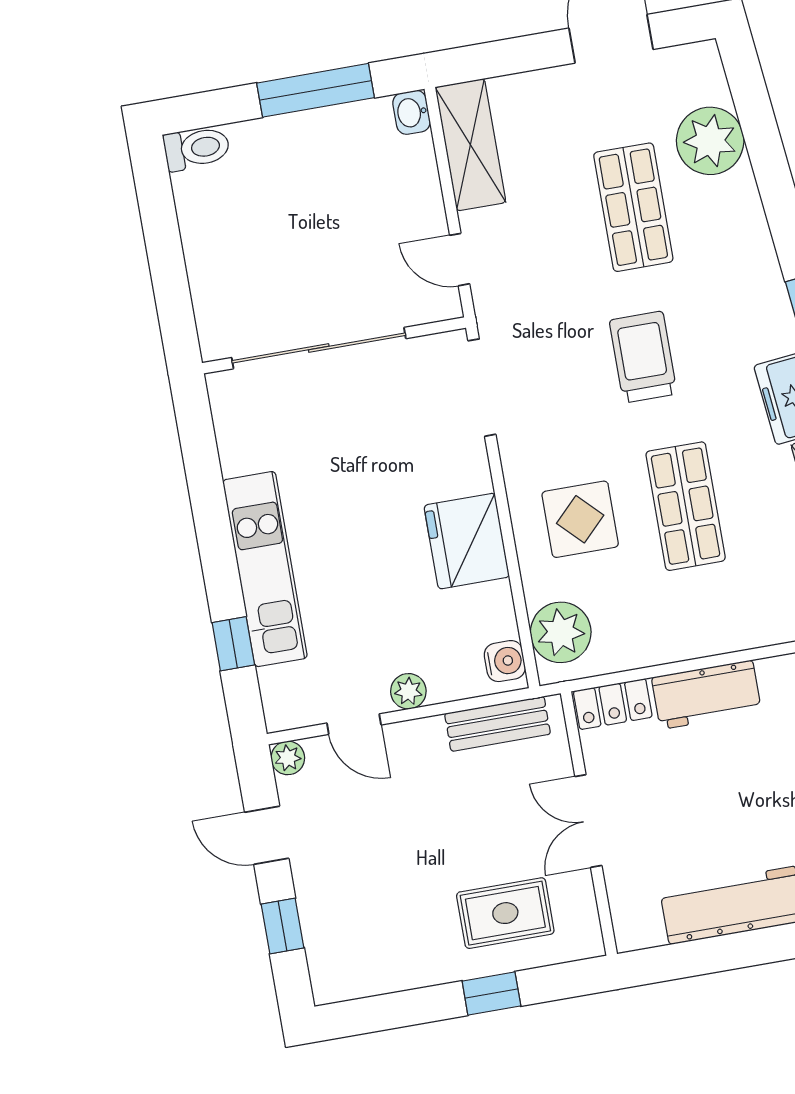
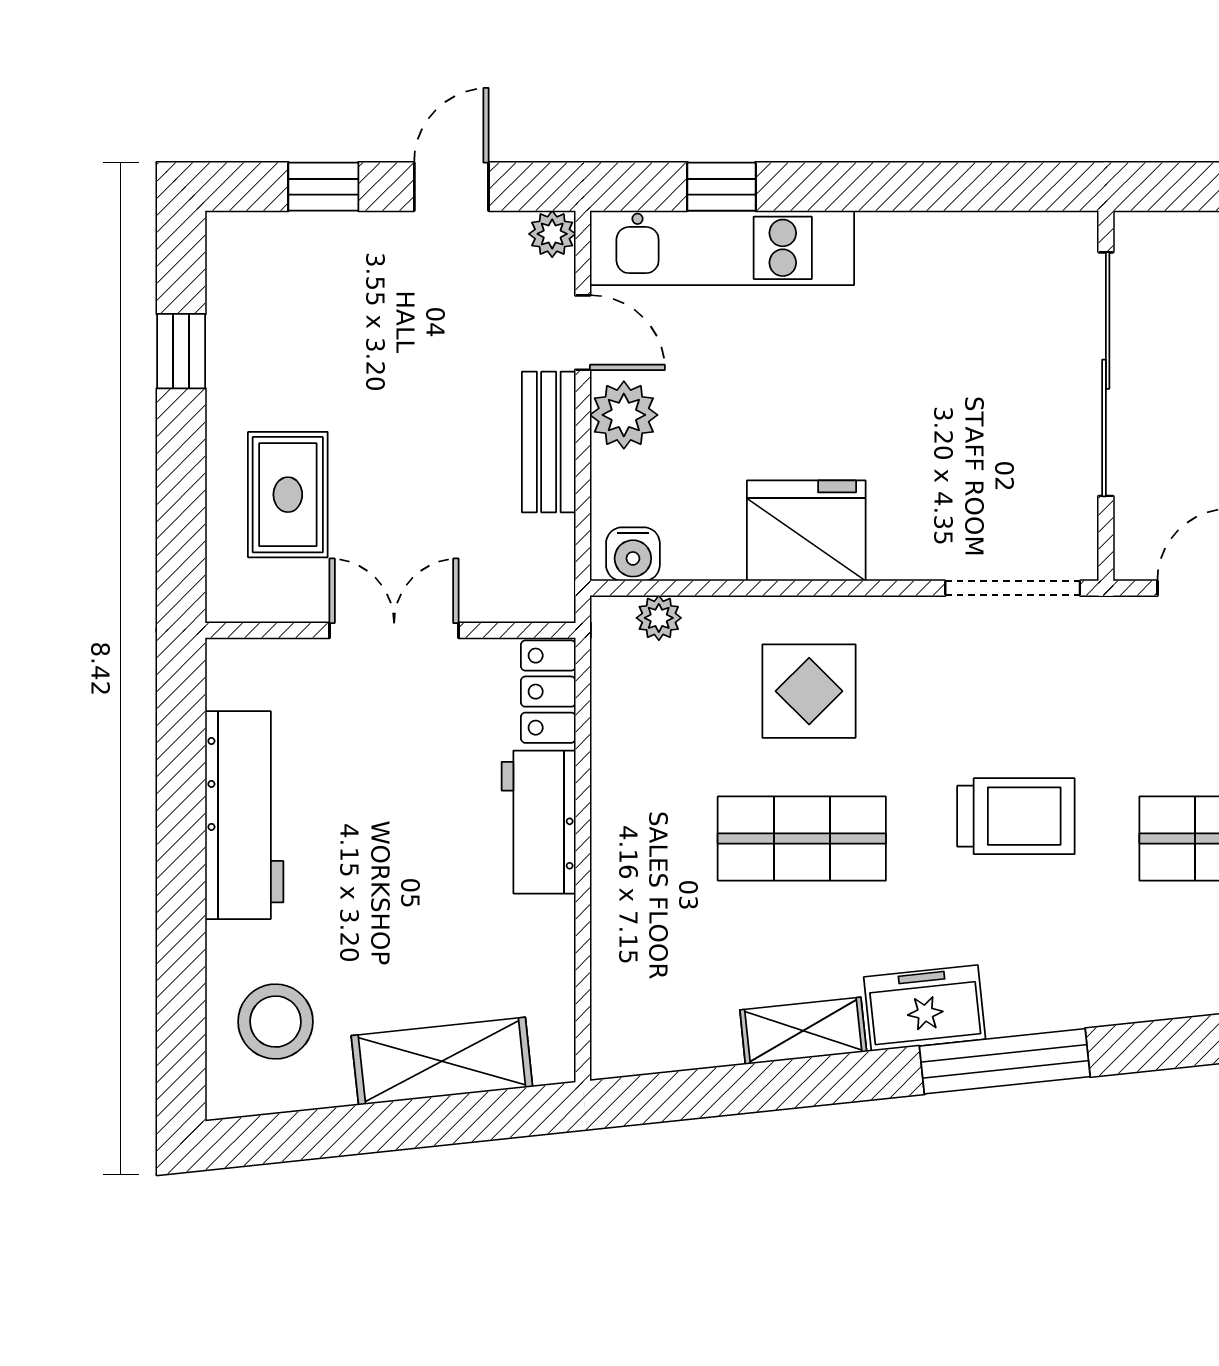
kitchen unit: (265, 569) -> (722, 248), moved
plant: (561, 632) -> (659, 618), width x0.53, depth x0.53
plant: (408, 691) -> (624, 415), width x1.38, depth x1.38
door: (354, 724) -> (583, 333), swing flipped
bench: (498, 724) -> (549, 442), moved
window: (491, 993) -> (181, 351), moved

